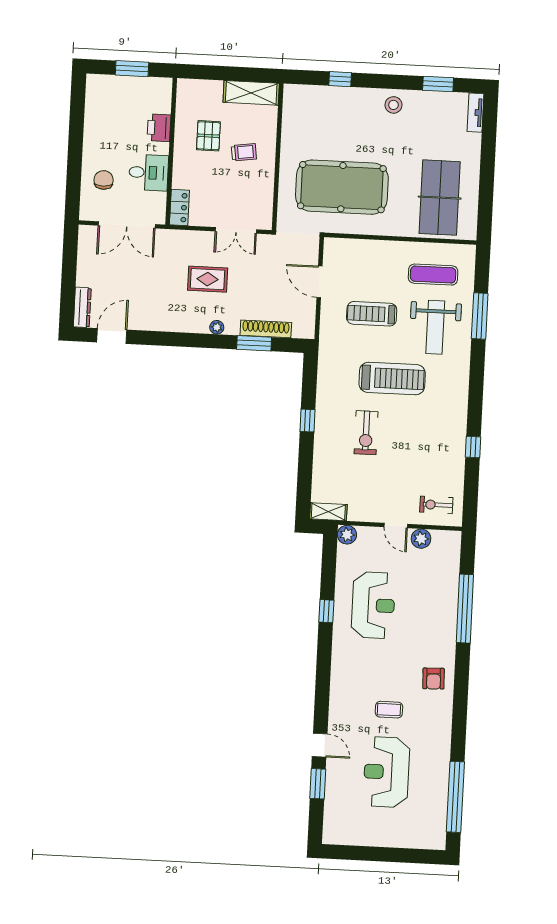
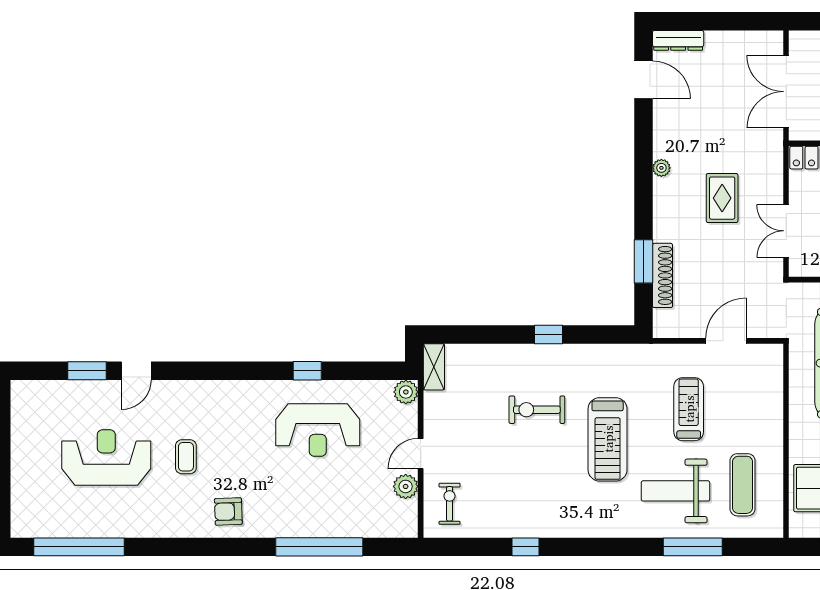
plant: (217, 327) -> (661, 168), moved

